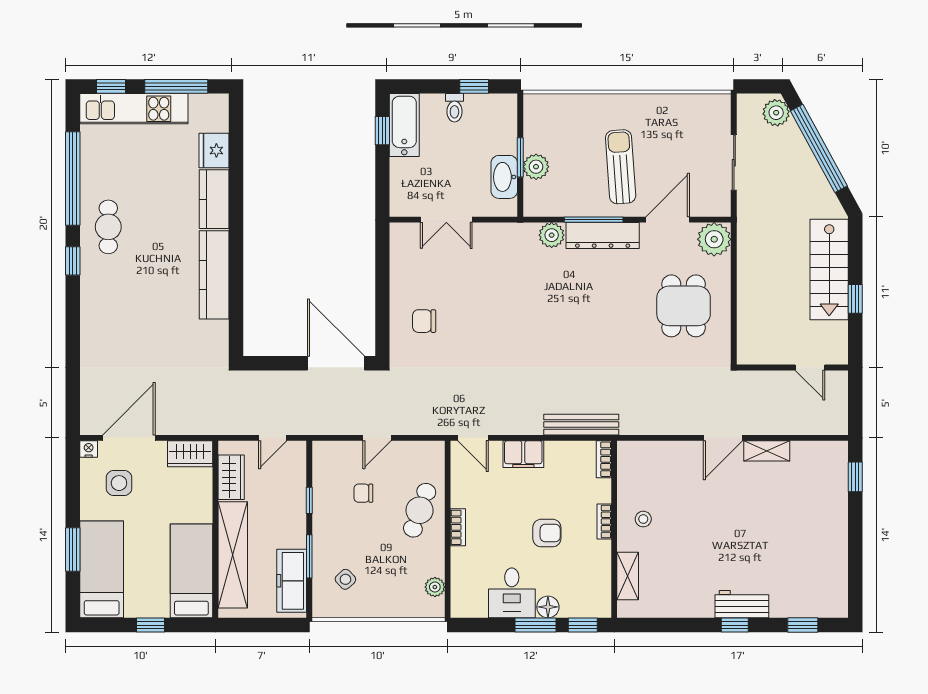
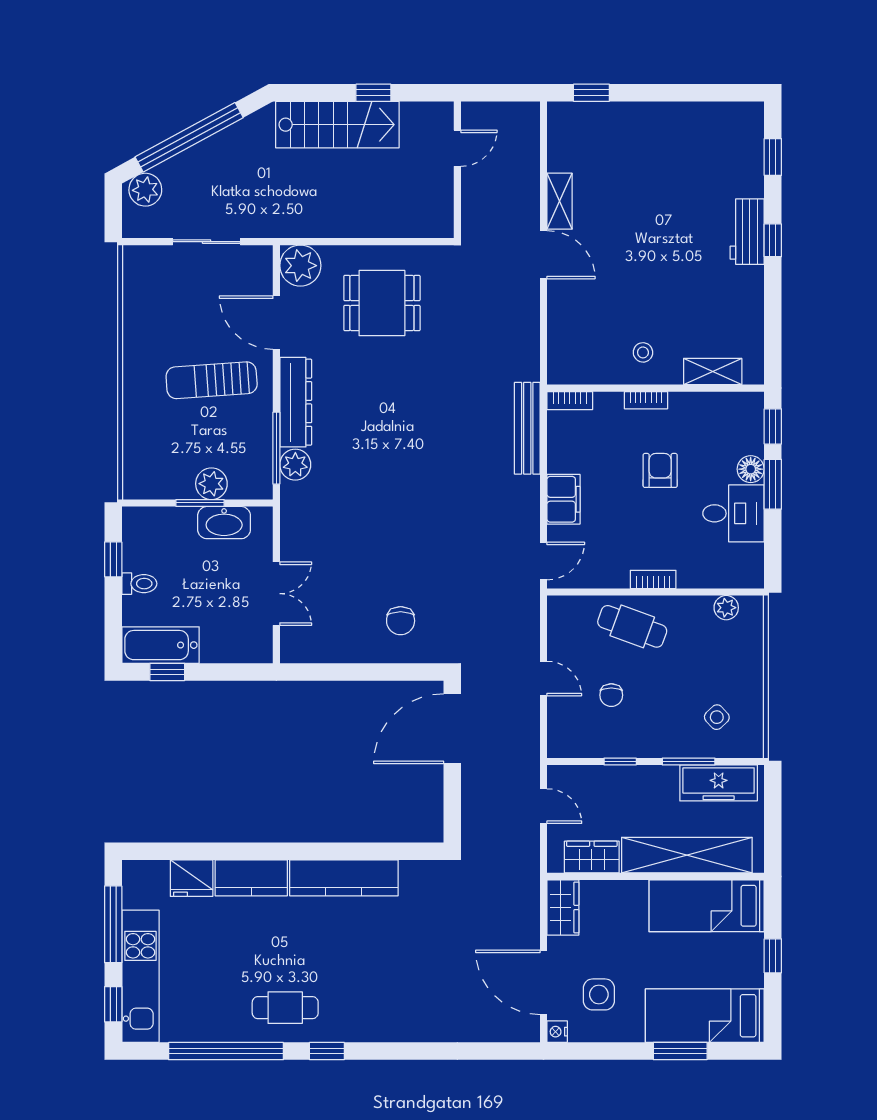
window: (594, 220) -> (276, 448), moved

